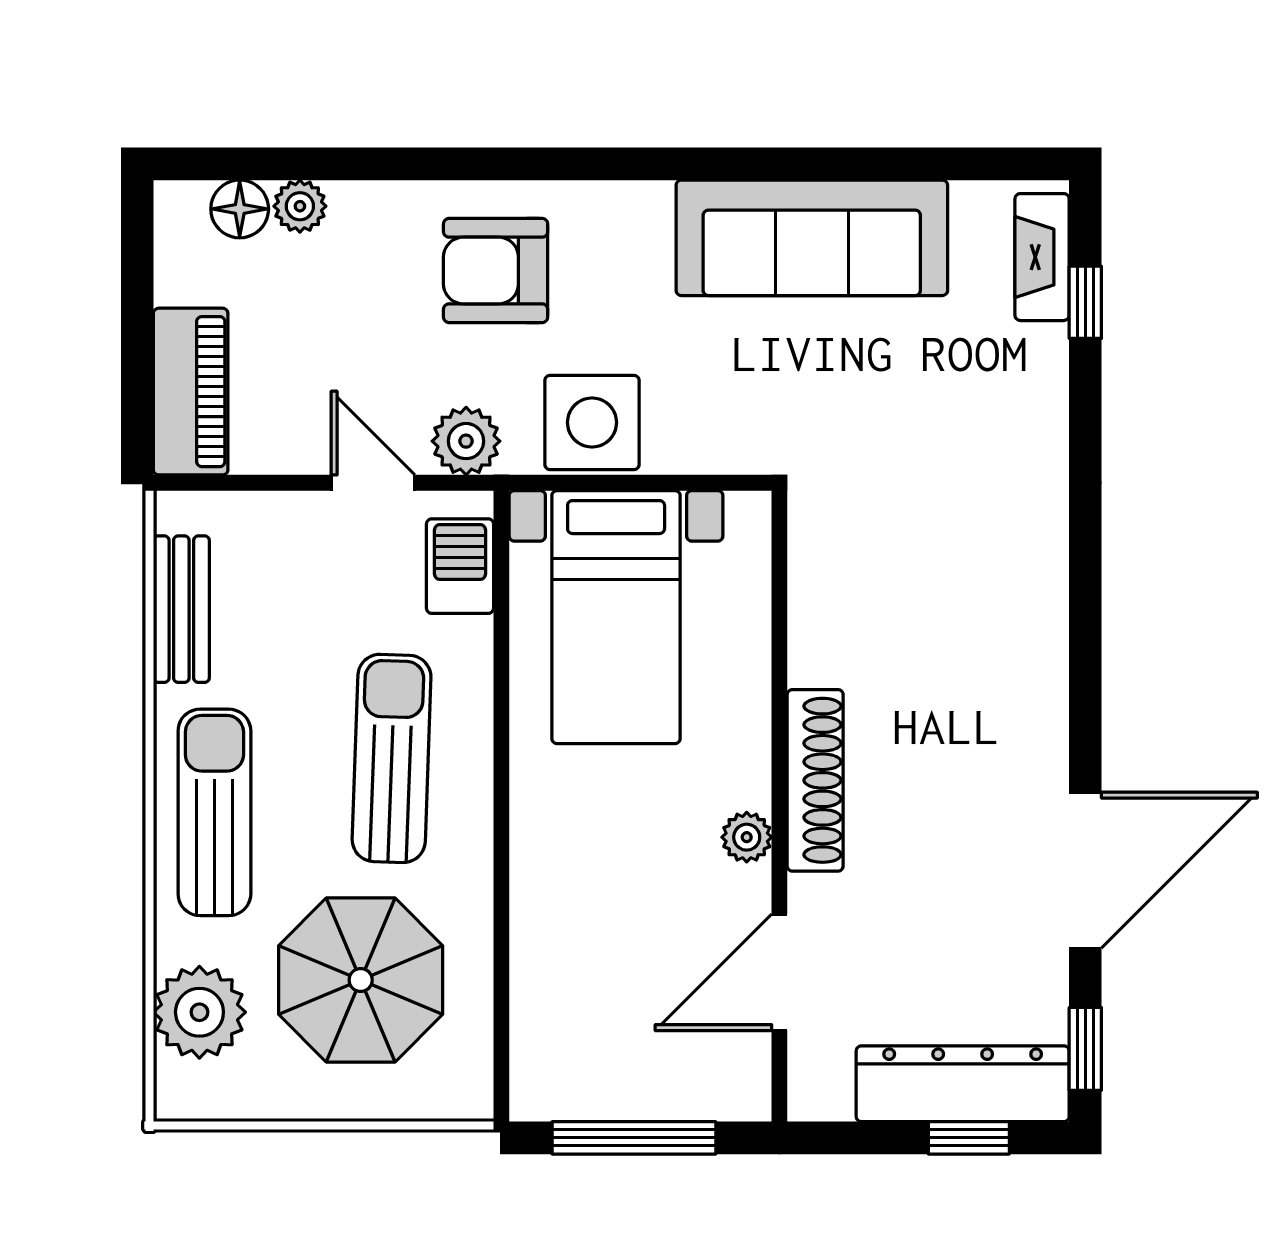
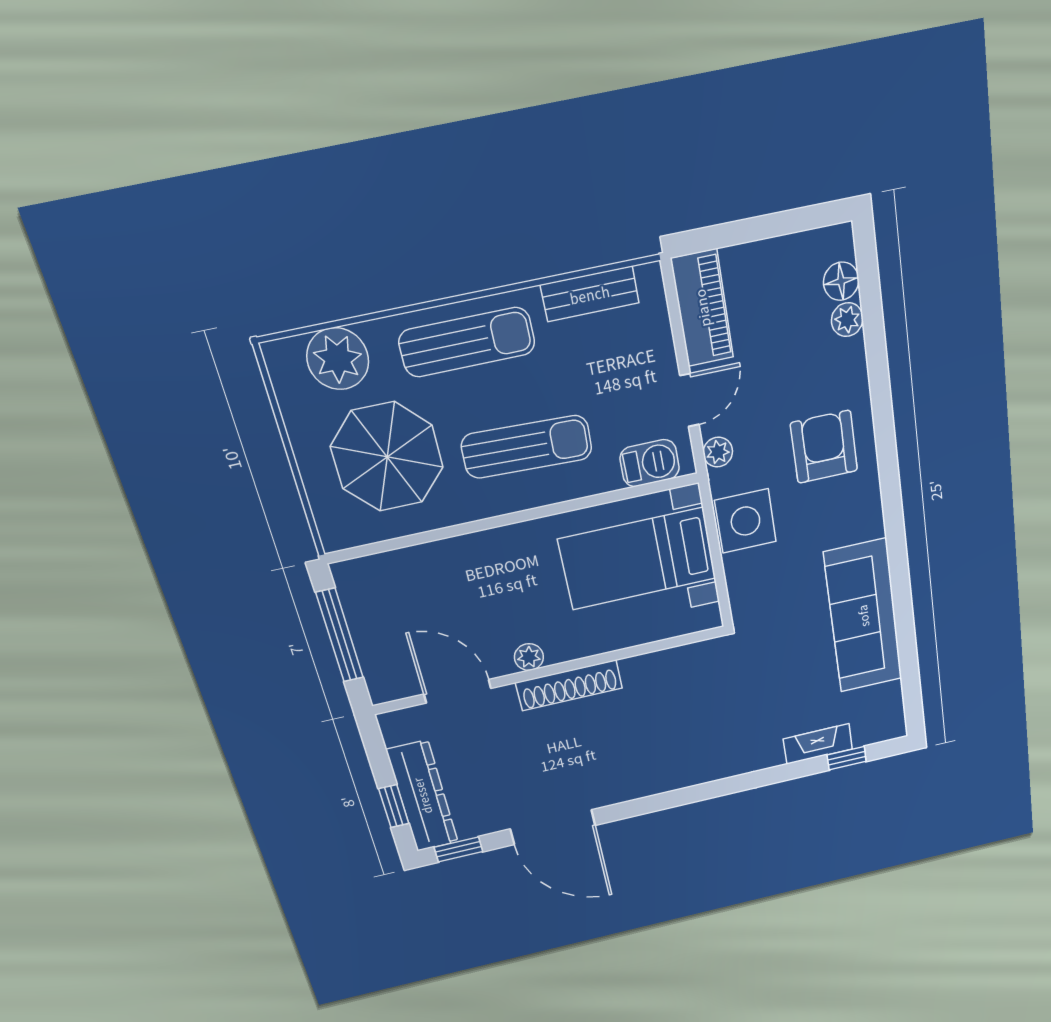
fireplace: (1042, 257) -> (818, 744), moved
piano: (191, 392) -> (702, 308), moved, turned -90
plant: (466, 441) -> (718, 452), width x0.73, depth x0.73

